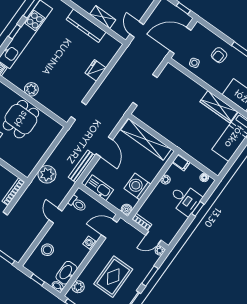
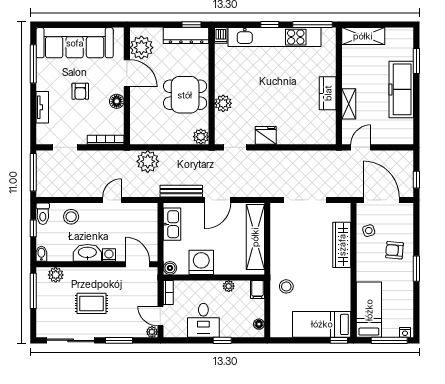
kitchen counter: (86, 26) -> (328, 93), width x0.67
fridge: (96, 70) -> (266, 135), moved
plant: (31, 89) -> (223, 103), moved
wardrobe: (219, 107) -> (342, 245), moved
plant: (55, 128) -> (201, 137), added
stool: (192, 142) -> (286, 286), added
desk: (185, 199) -> (203, 320), moved
toilet: (77, 204) -> (43, 214), moved
washbasin: (67, 273) -> (87, 253), moved
rug: (113, 277) -> (92, 303), width x0.73, depth x0.70

